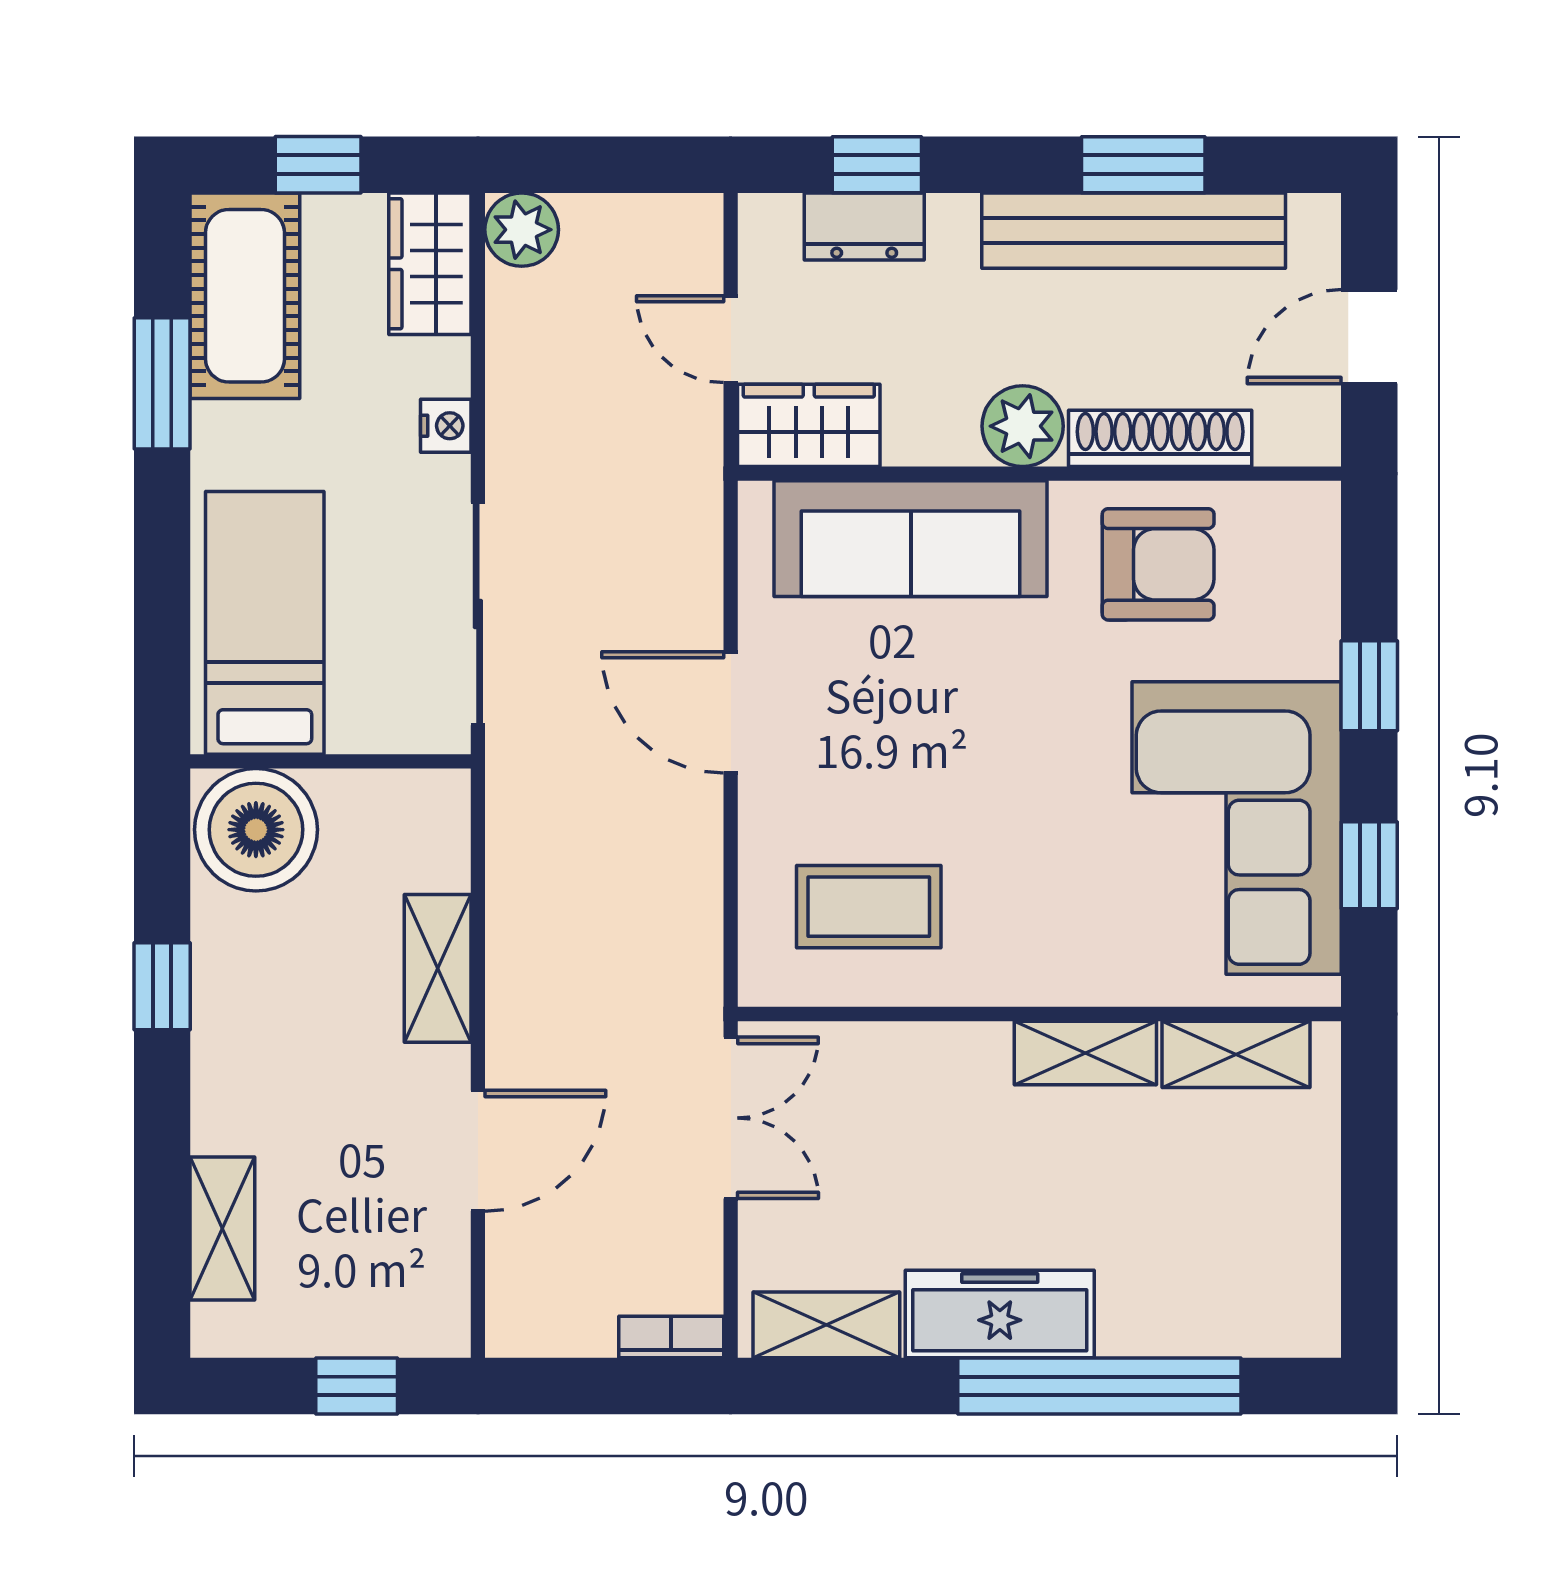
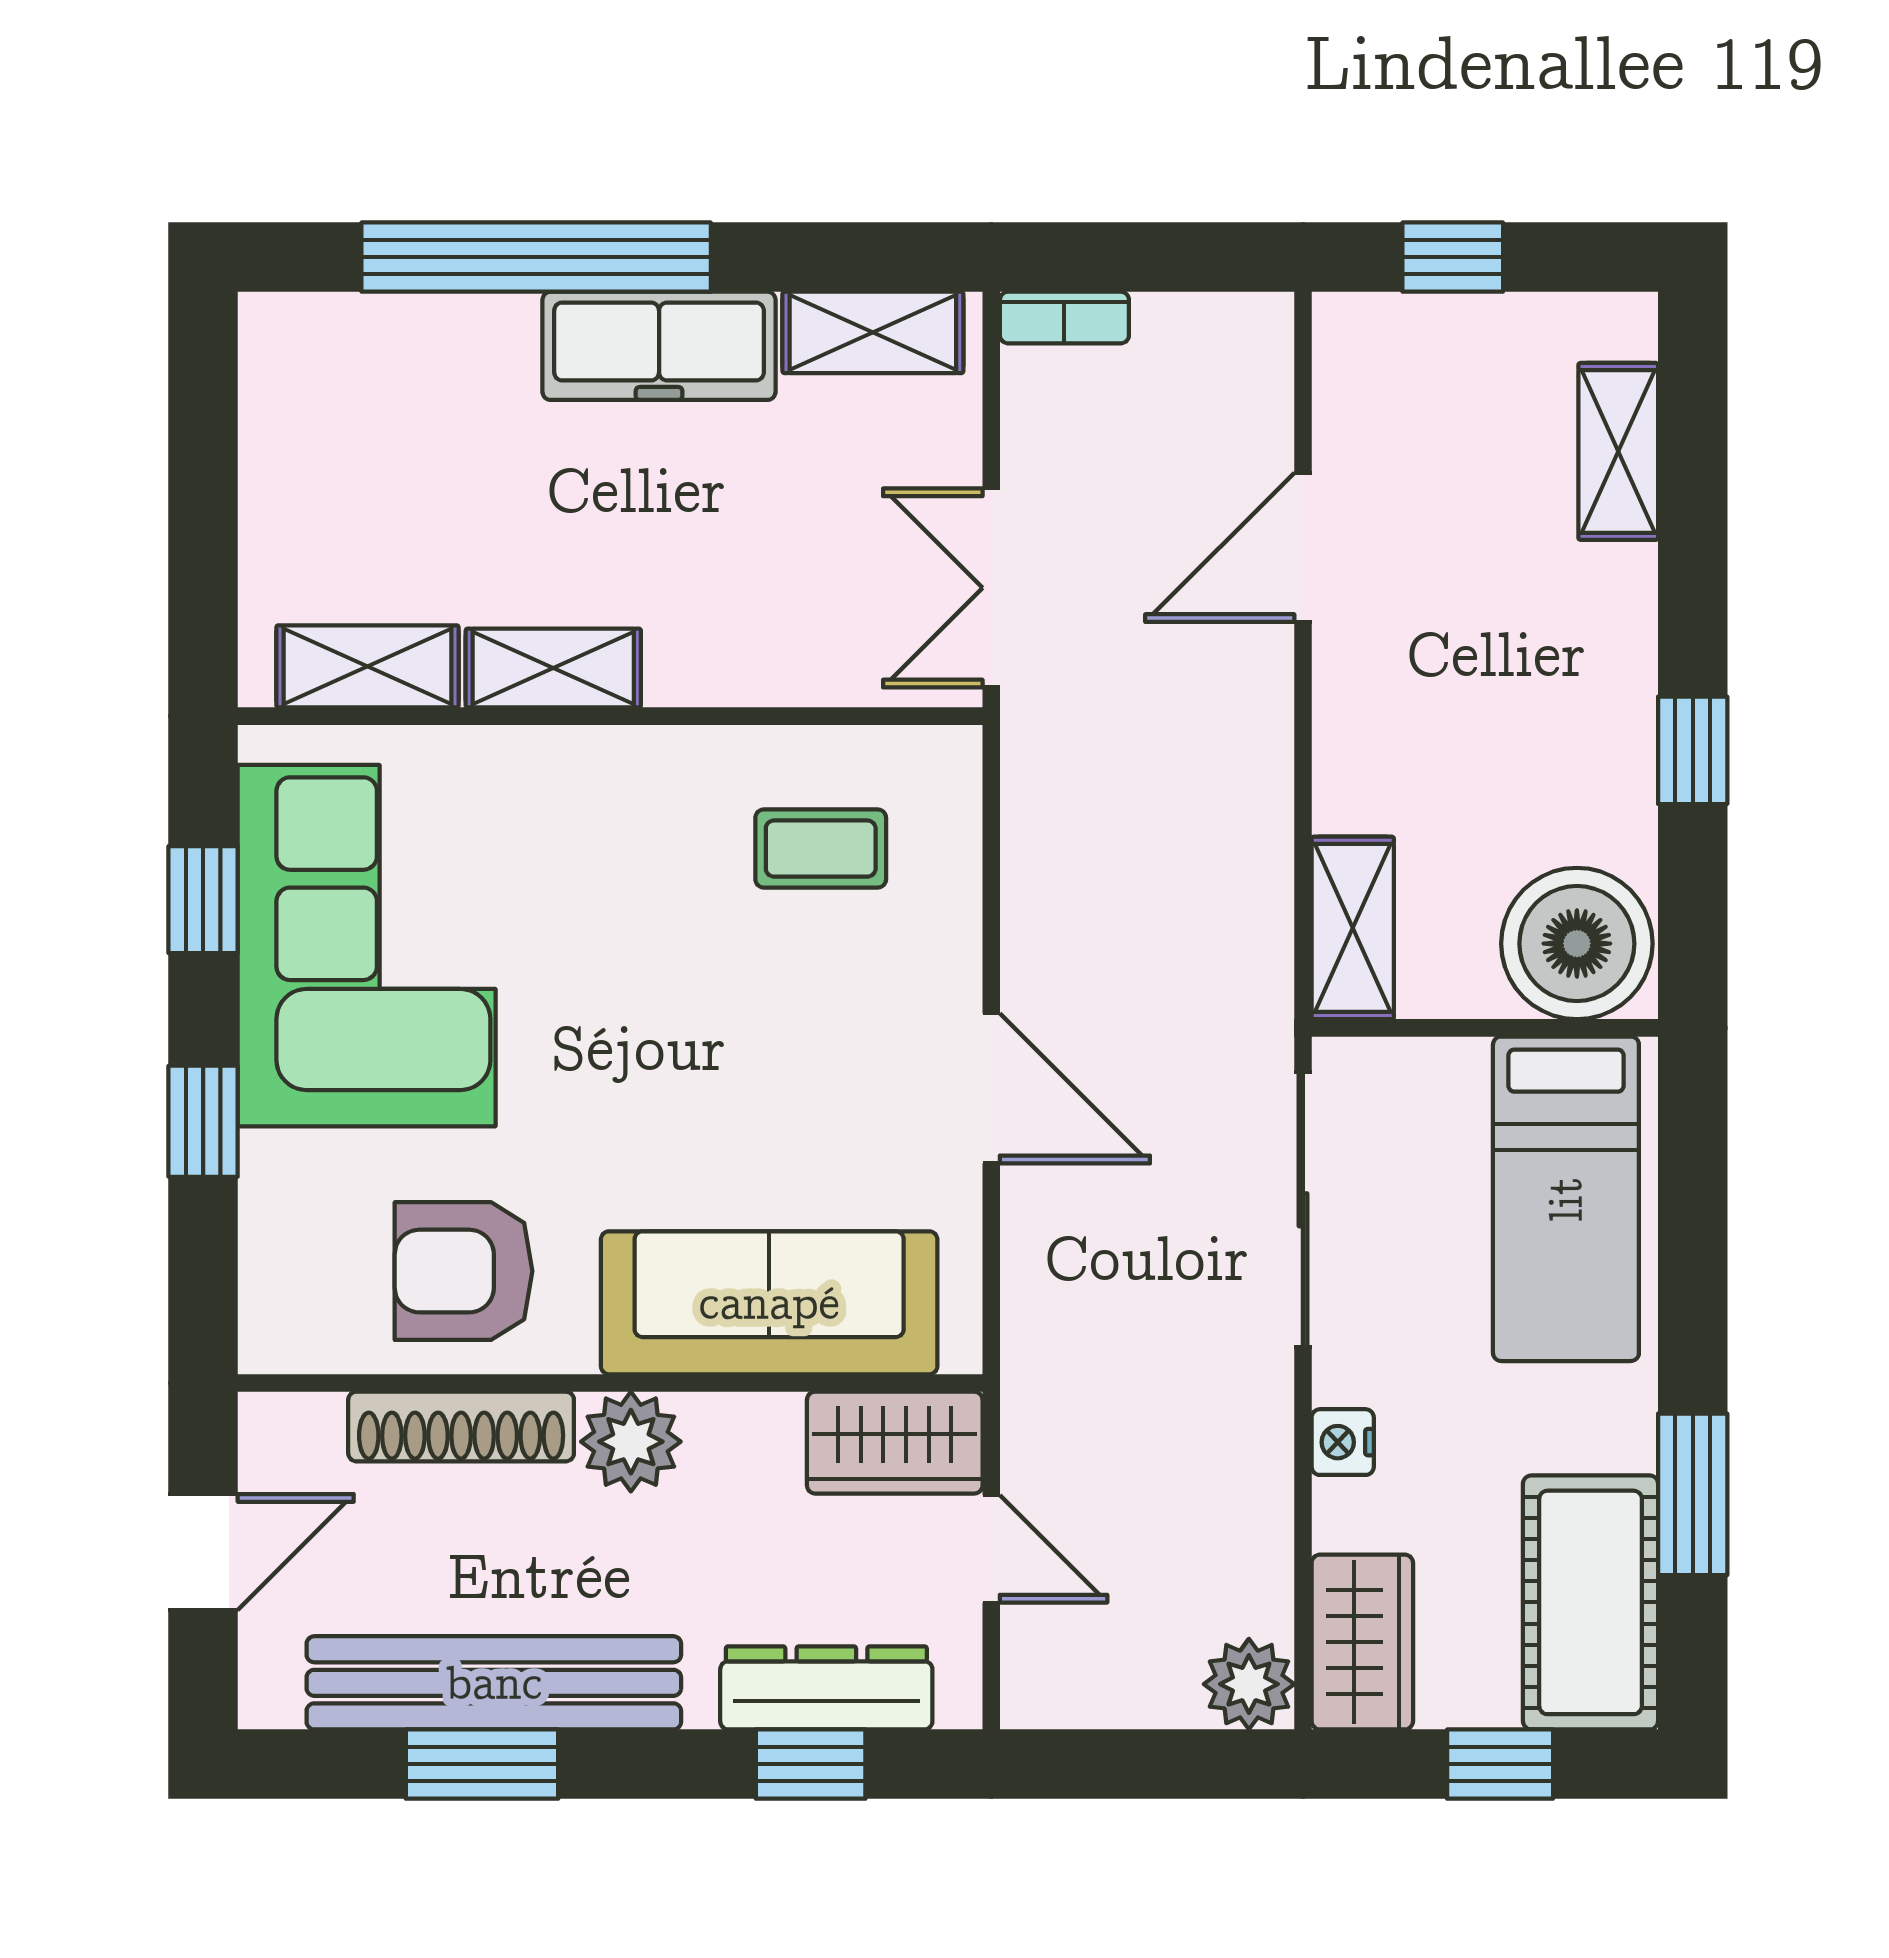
dresser: (864, 227) -> (826, 1688), width x1.44
coffee table: (869, 907) -> (821, 849), width x0.73, depth x0.77
shelving: (438, 968) -> (1353, 928), moved

